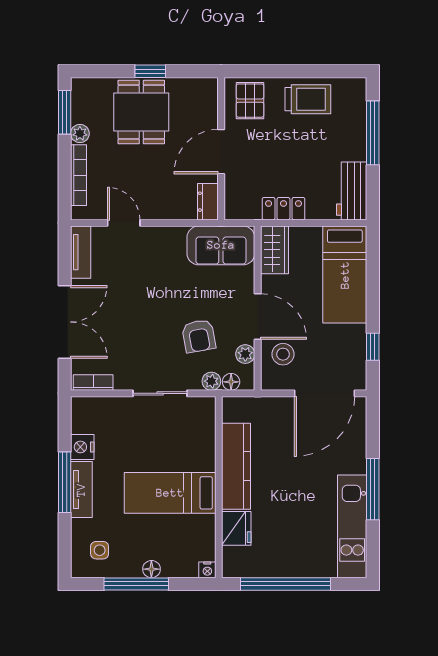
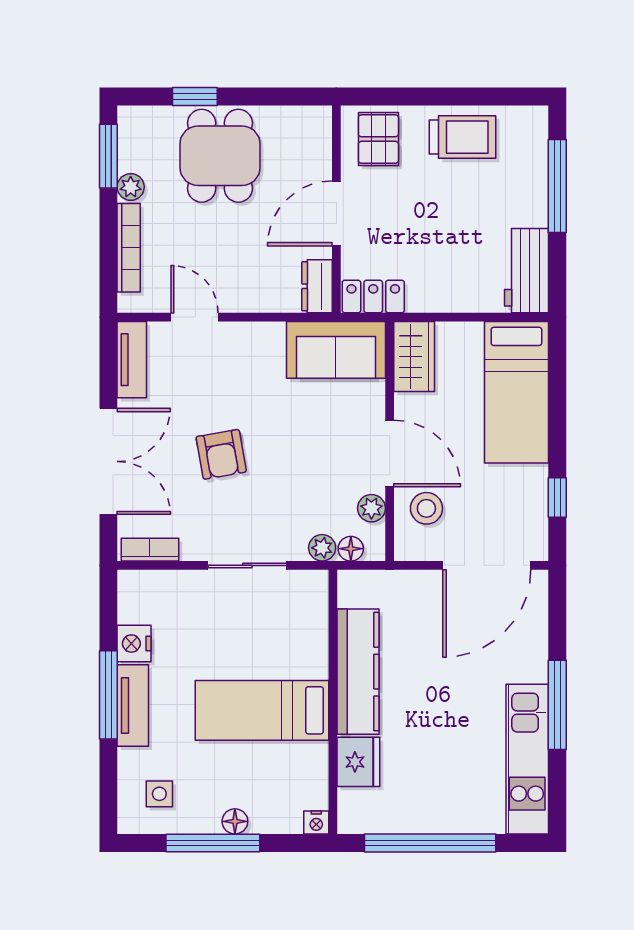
window: (150, 71) -> (195, 96), moved
locker: (283, 209) -> (373, 296), moved
armchair: (199, 336) -> (221, 454), moved

